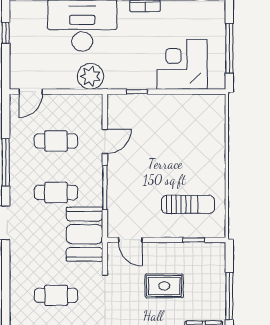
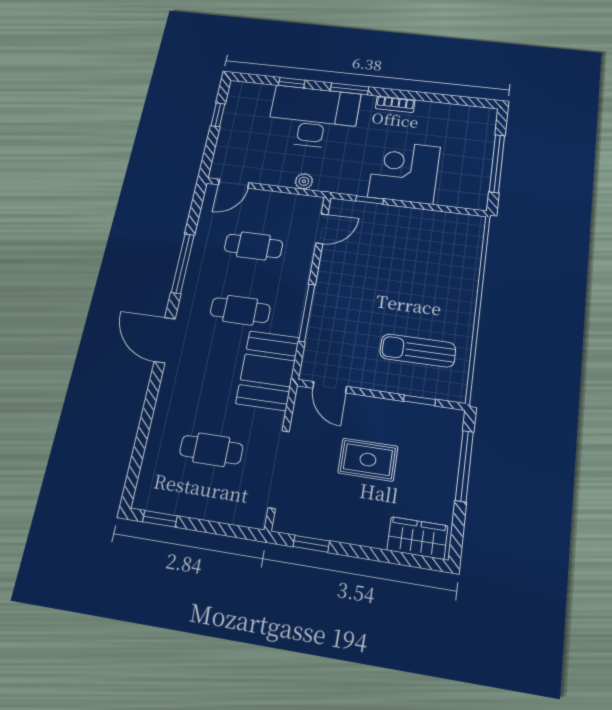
corner desk: (182, 64) -> (404, 172), moved
plant: (91, 76) -> (304, 181), width x0.53, depth x0.53
door: (105, 141) -> (322, 229), moved
sun lounger: (188, 204) -> (418, 351), turned 180
window: (229, 296) -> (464, 466), moved

